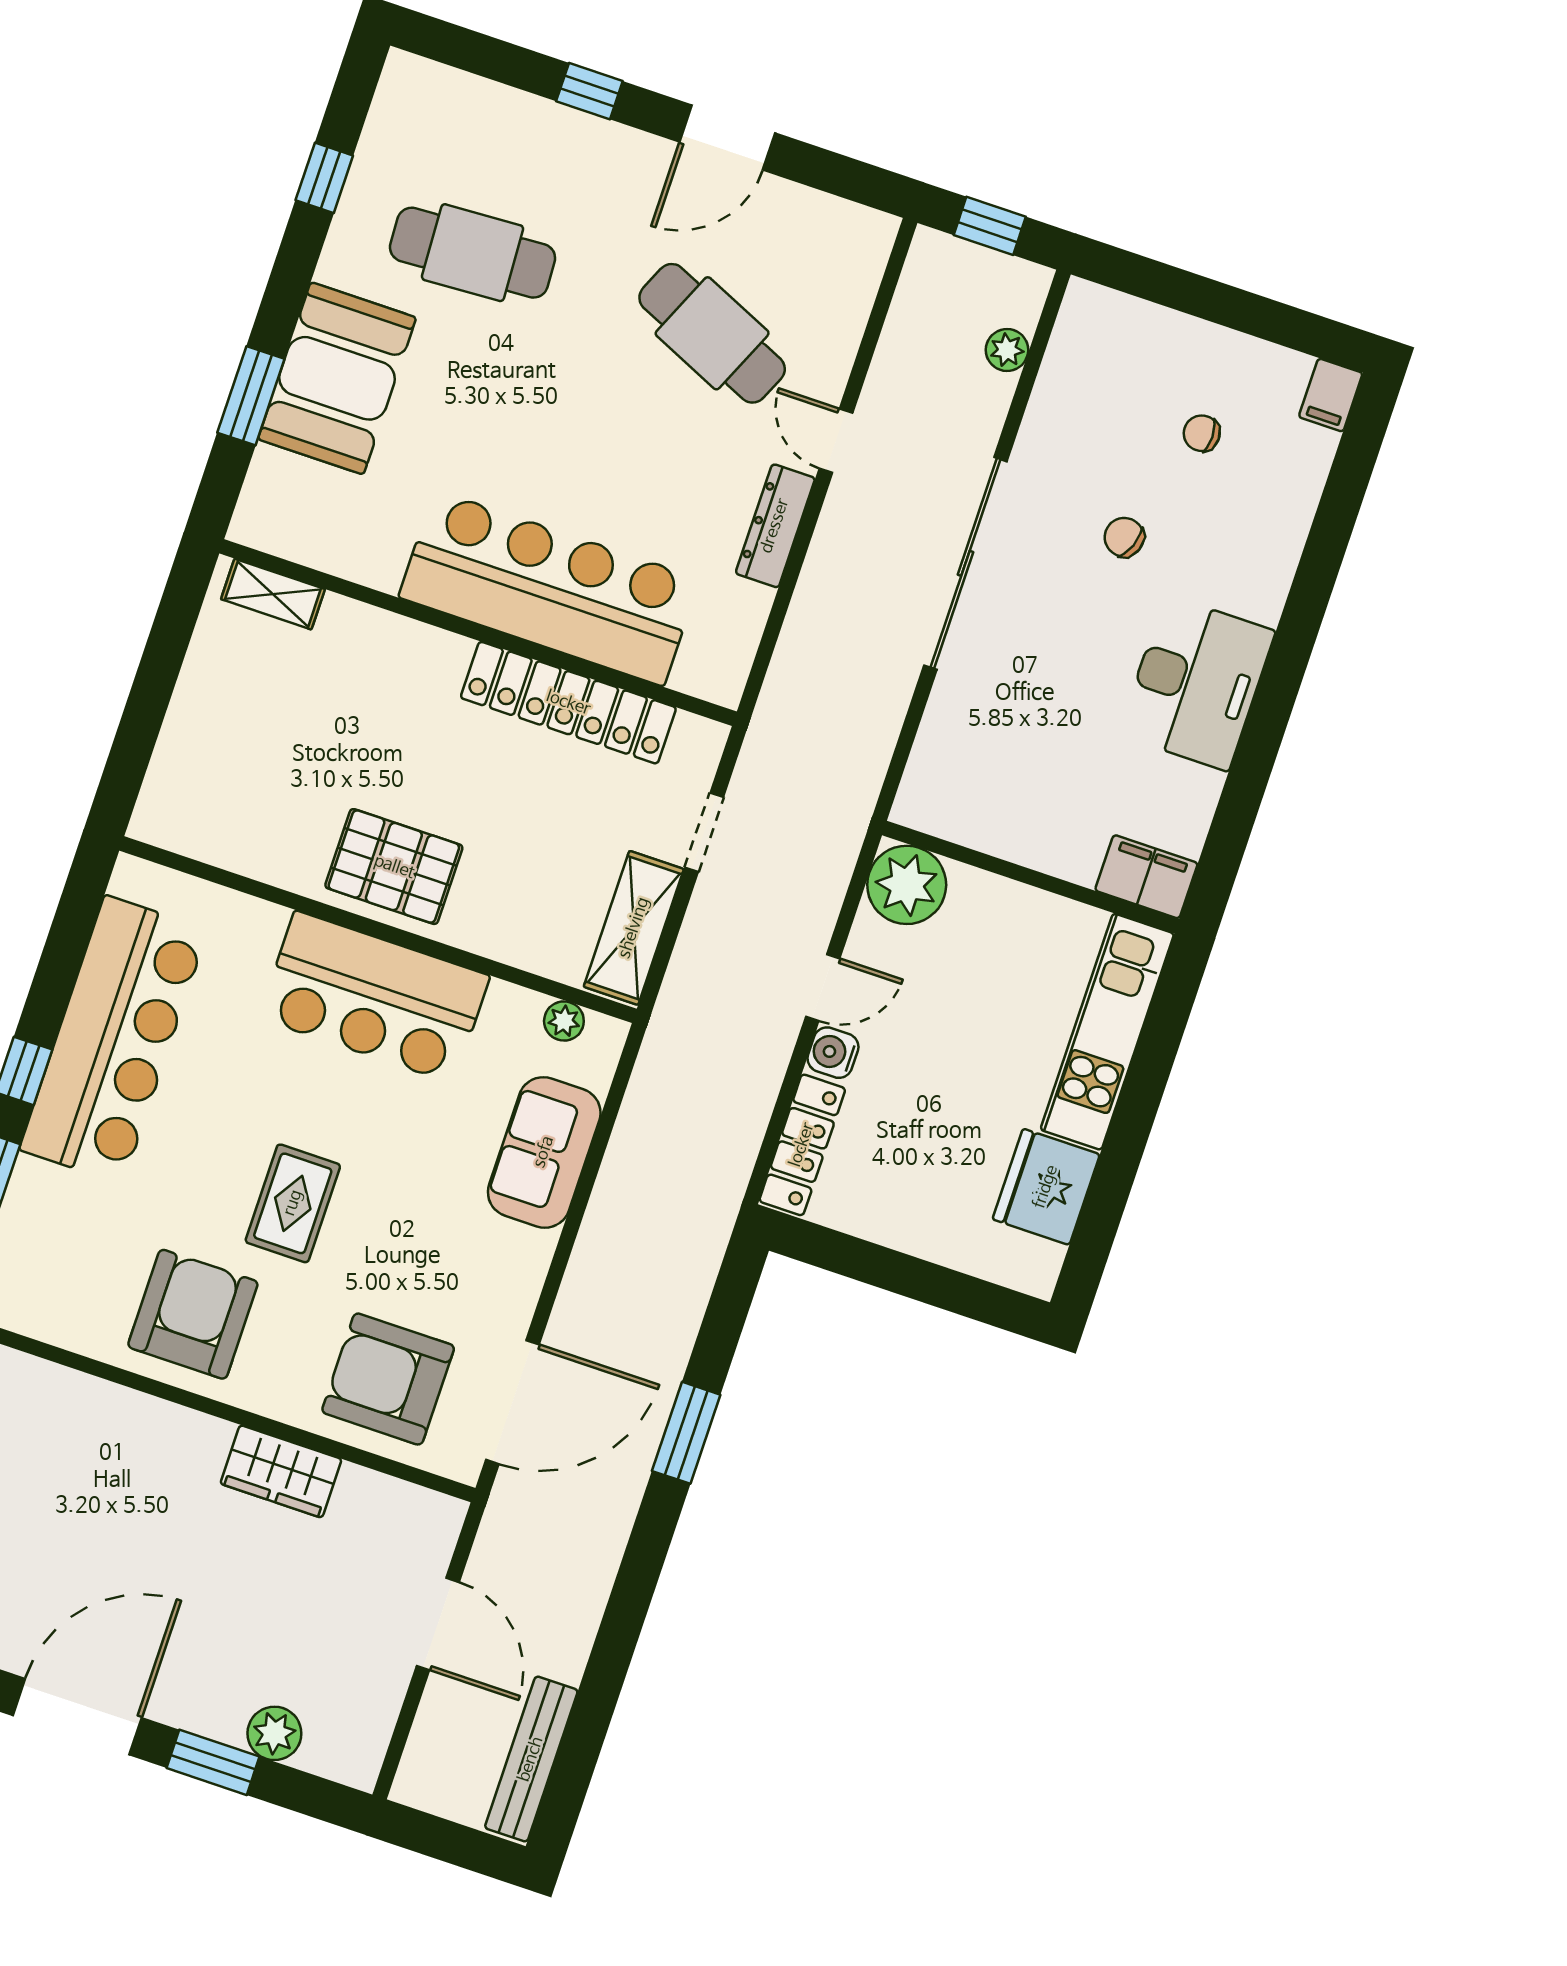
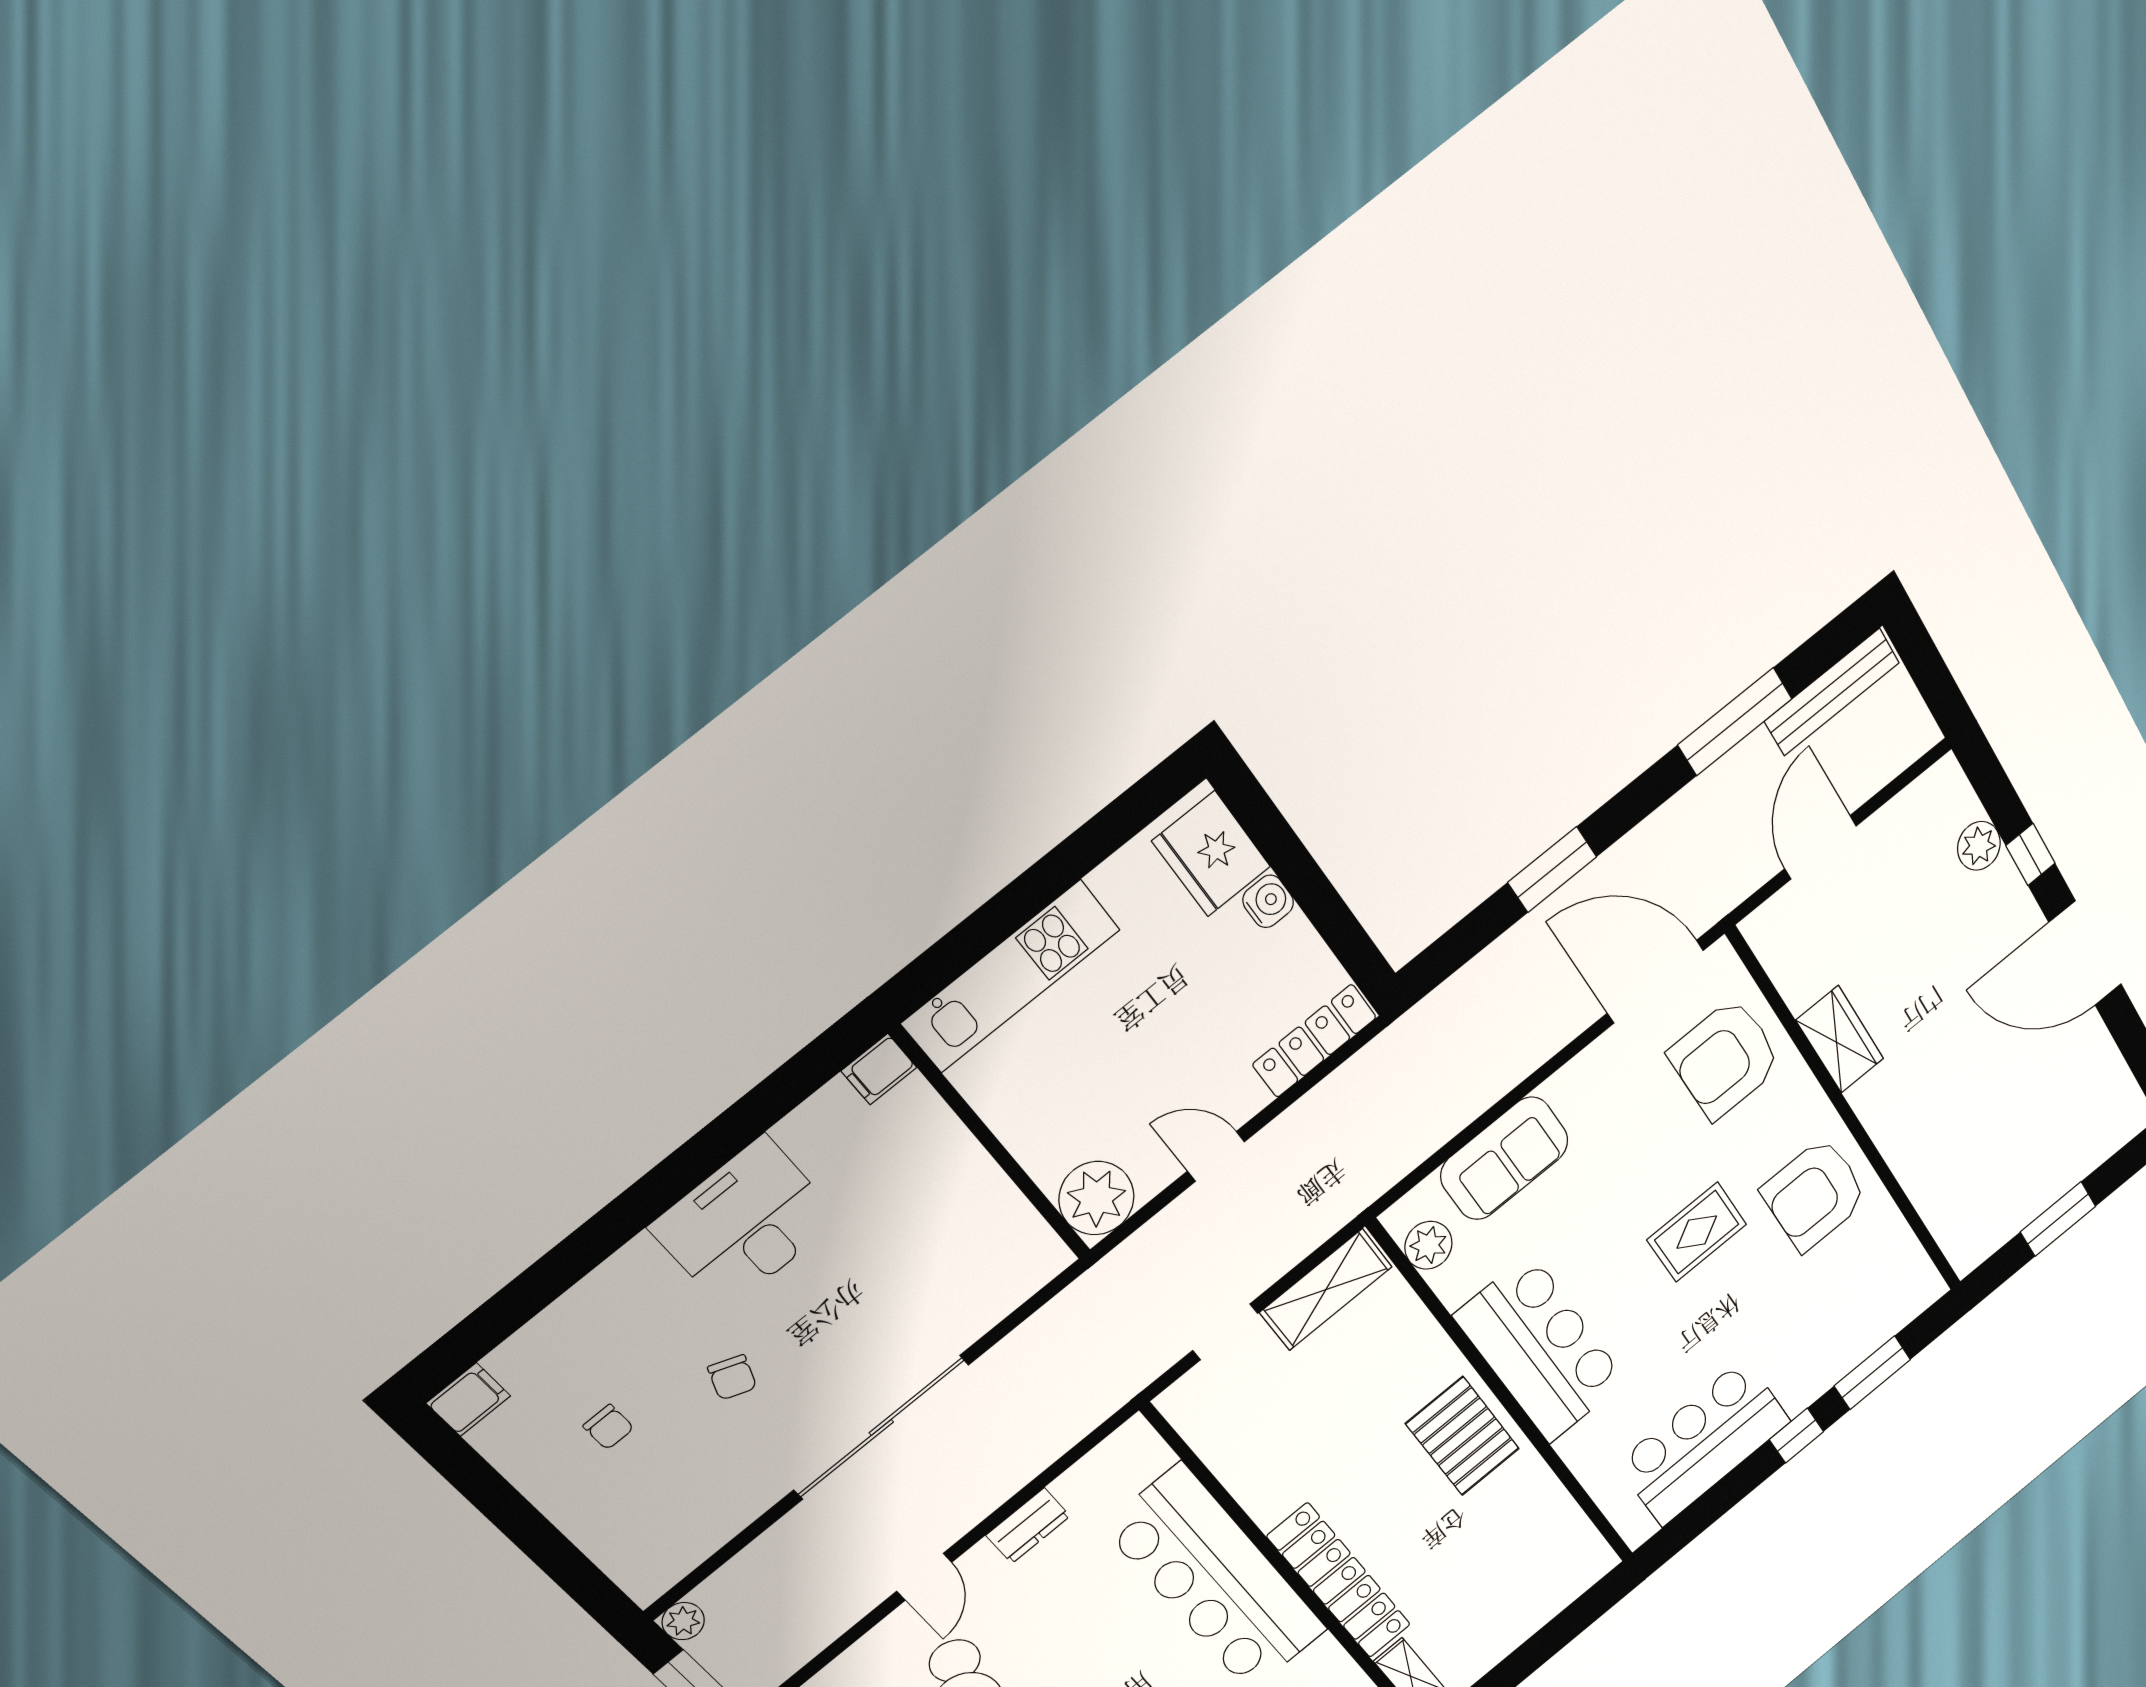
plant: (1007, 350) -> (683, 1621), moved
dresser: (775, 526) -> (1028, 1526), width x0.70
locker: (568, 703) -> (1339, 1581), moved
filing cabinet: (1146, 877) -> (879, 1069), width x0.50
plant: (564, 1021) -> (1428, 1245), width x1.38, depth x1.38
bar counter: (114, 1040) -> (1704, 1442), width x0.73
water cooler: (833, 1053) -> (1268, 901), moved, turned -90
fridge: (1046, 1187) -> (1211, 854), moved, turned 90
armchair: (388, 1379) -> (1725, 1059), turned 90
window: (606, 1671) -> (1735, 722), added
window: (213, 1762) -> (2030, 854), width x0.67

